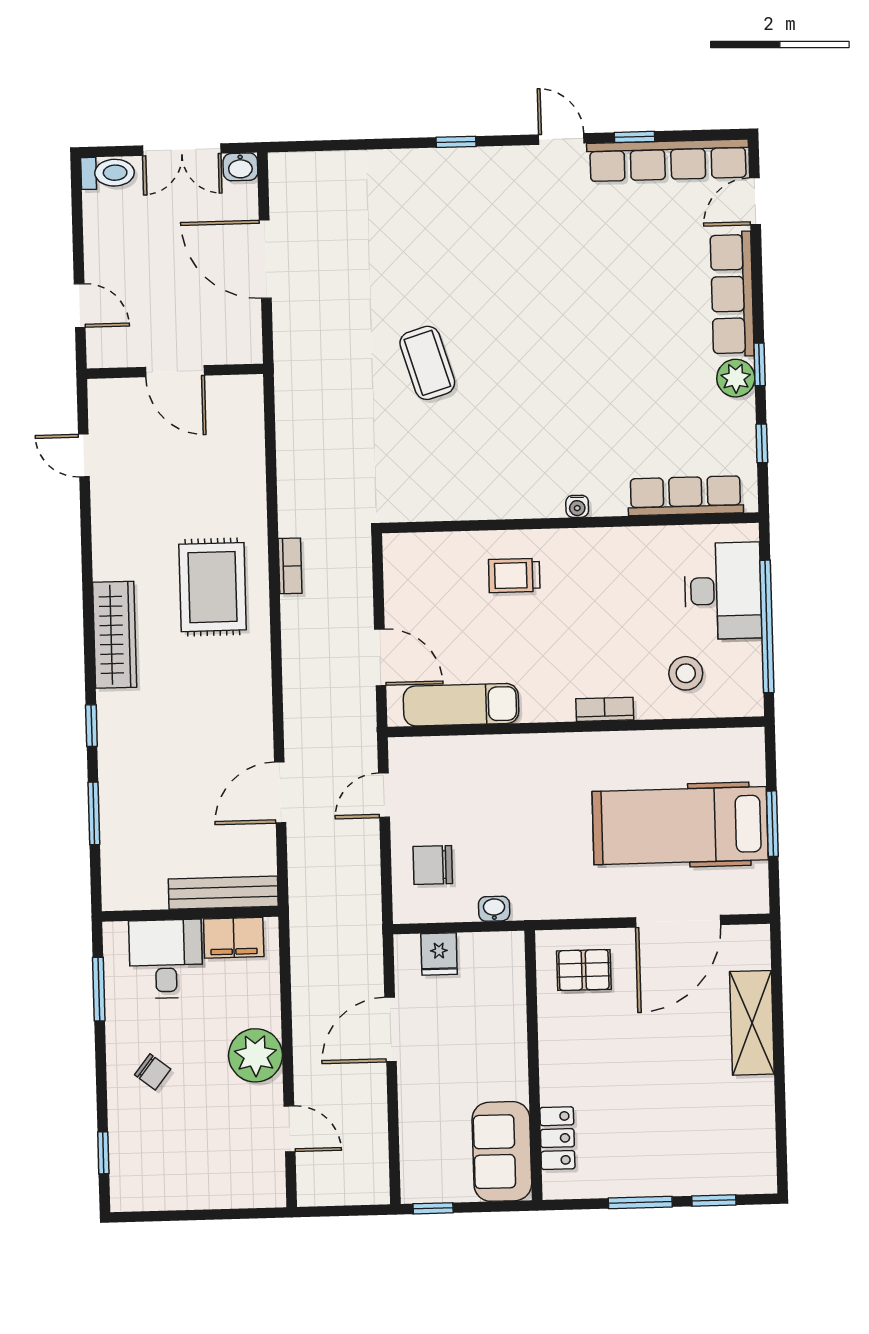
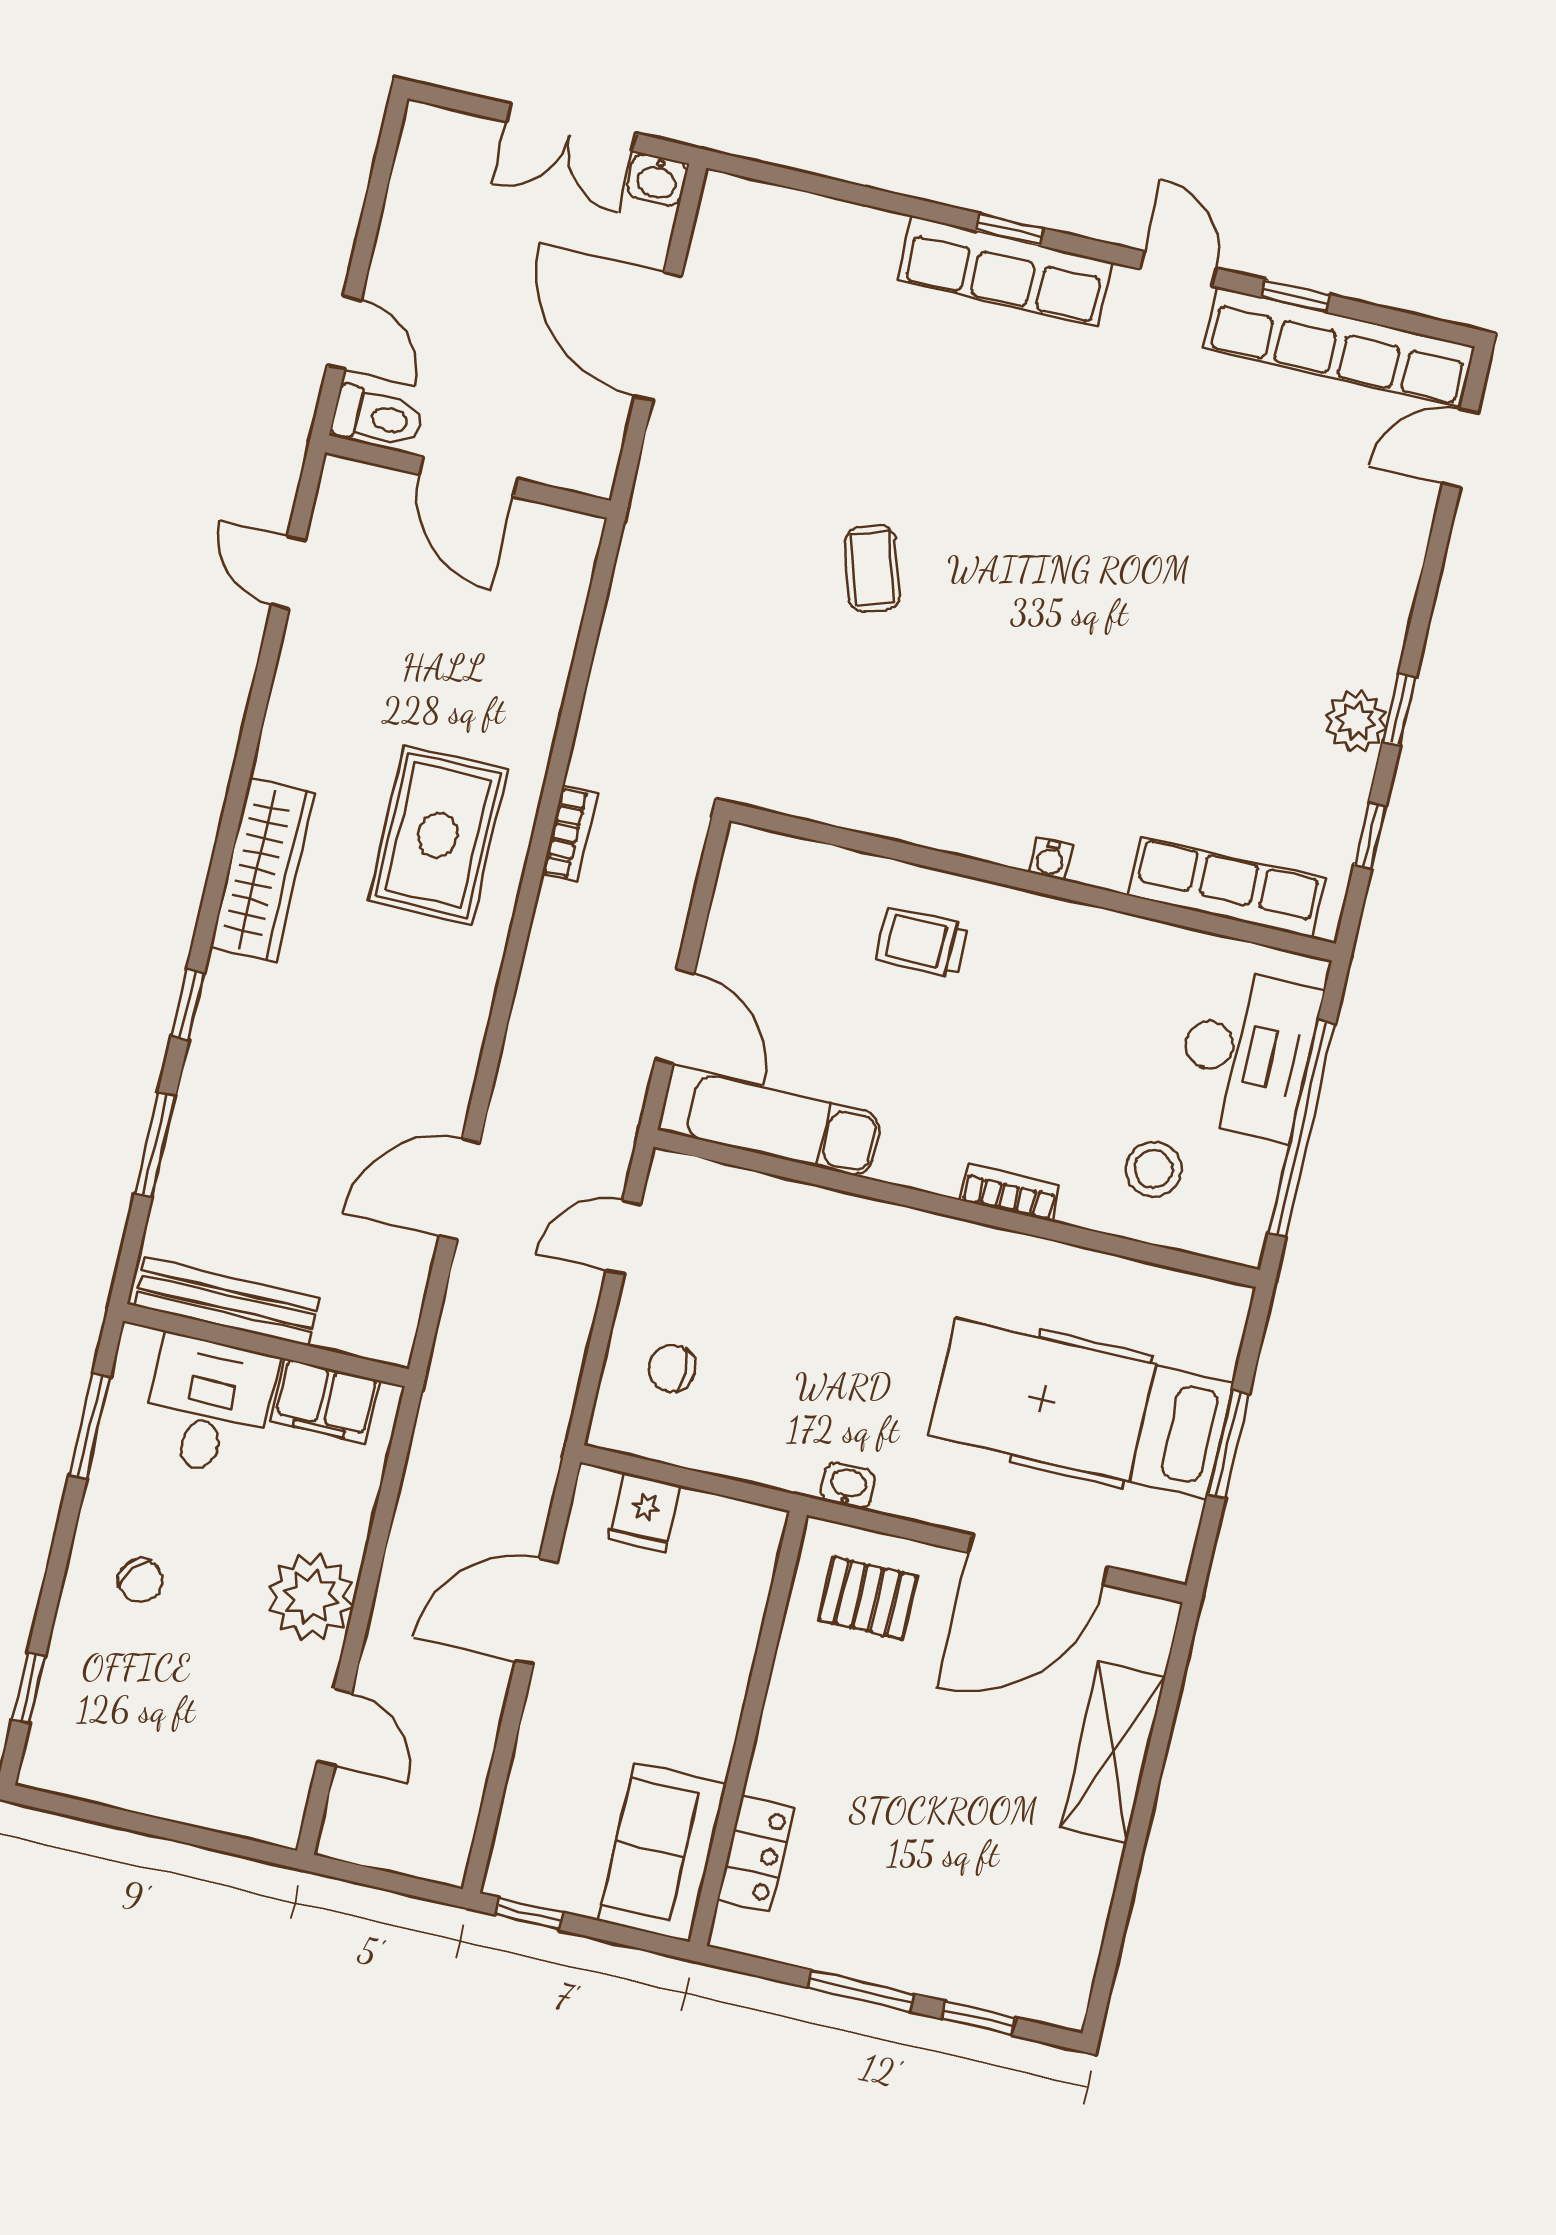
toilet: (108, 173) -> (378, 417), moved
row of seats: (732, 294) -> (1005, 271), moved, turned -90
coffee table: (427, 363) -> (872, 569), width x0.73, depth x0.77
chair: (433, 865) -> (672, 1368), width x0.73, depth x0.73
bench: (223, 893) -> (226, 1301), moved
washbasin: (494, 909) -> (848, 1486), moved

